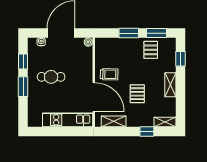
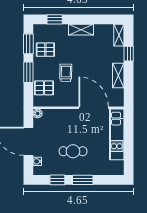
trolley: (109, 74) -> (66, 73), moved
cafe table: (51, 77) -> (73, 151), turned 90
pallet: (137, 94) -> (44, 88), moved
door: (94, 97) -> (94, 108), hinge flipped
shelving: (114, 121) -> (118, 76), moved

